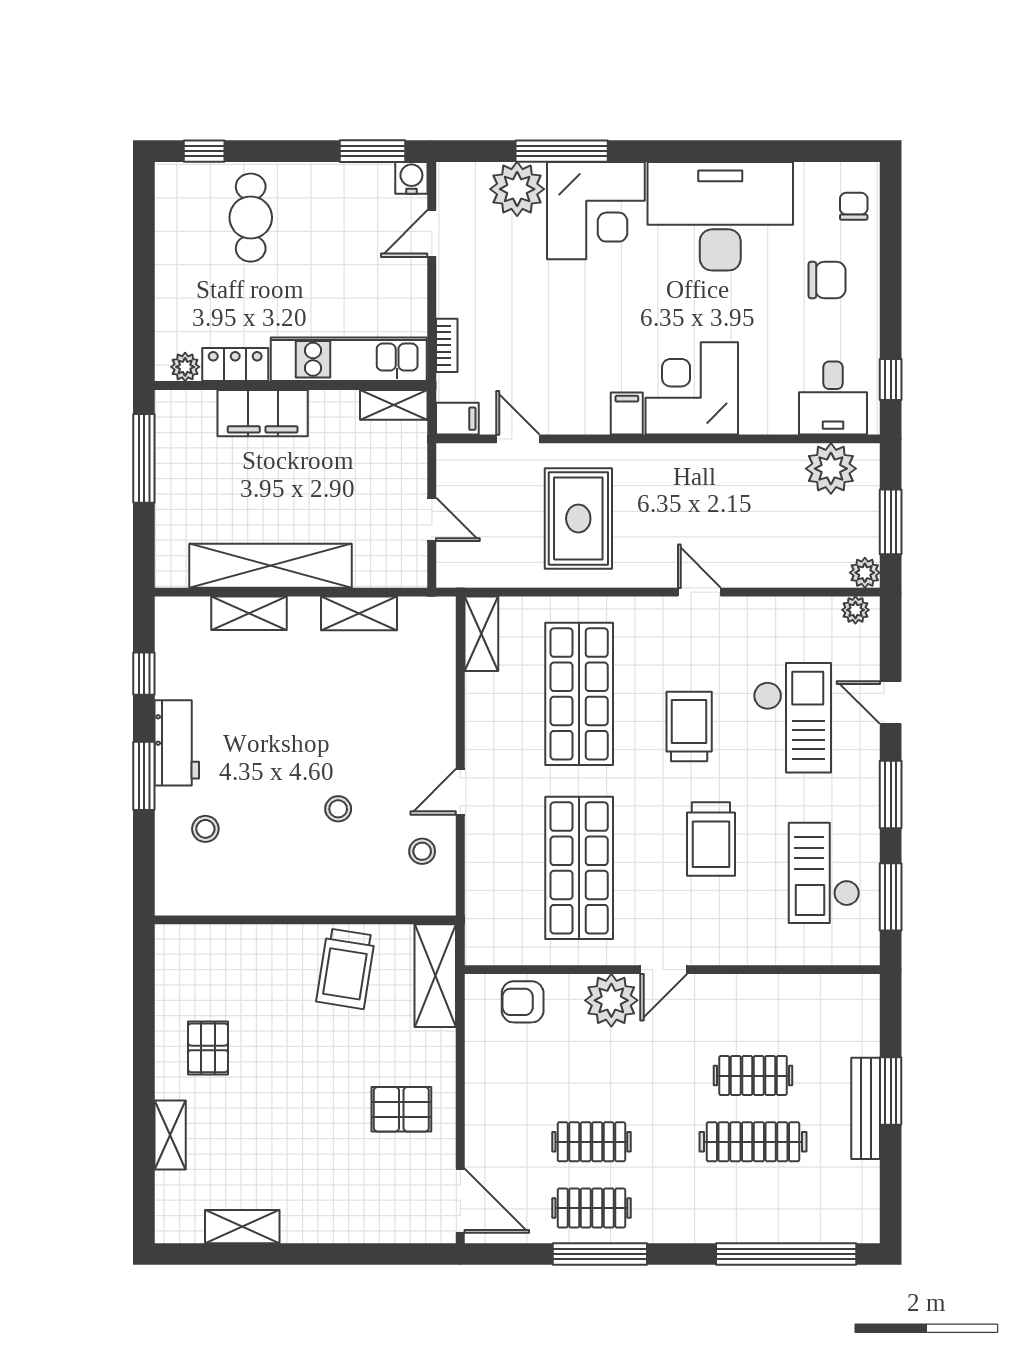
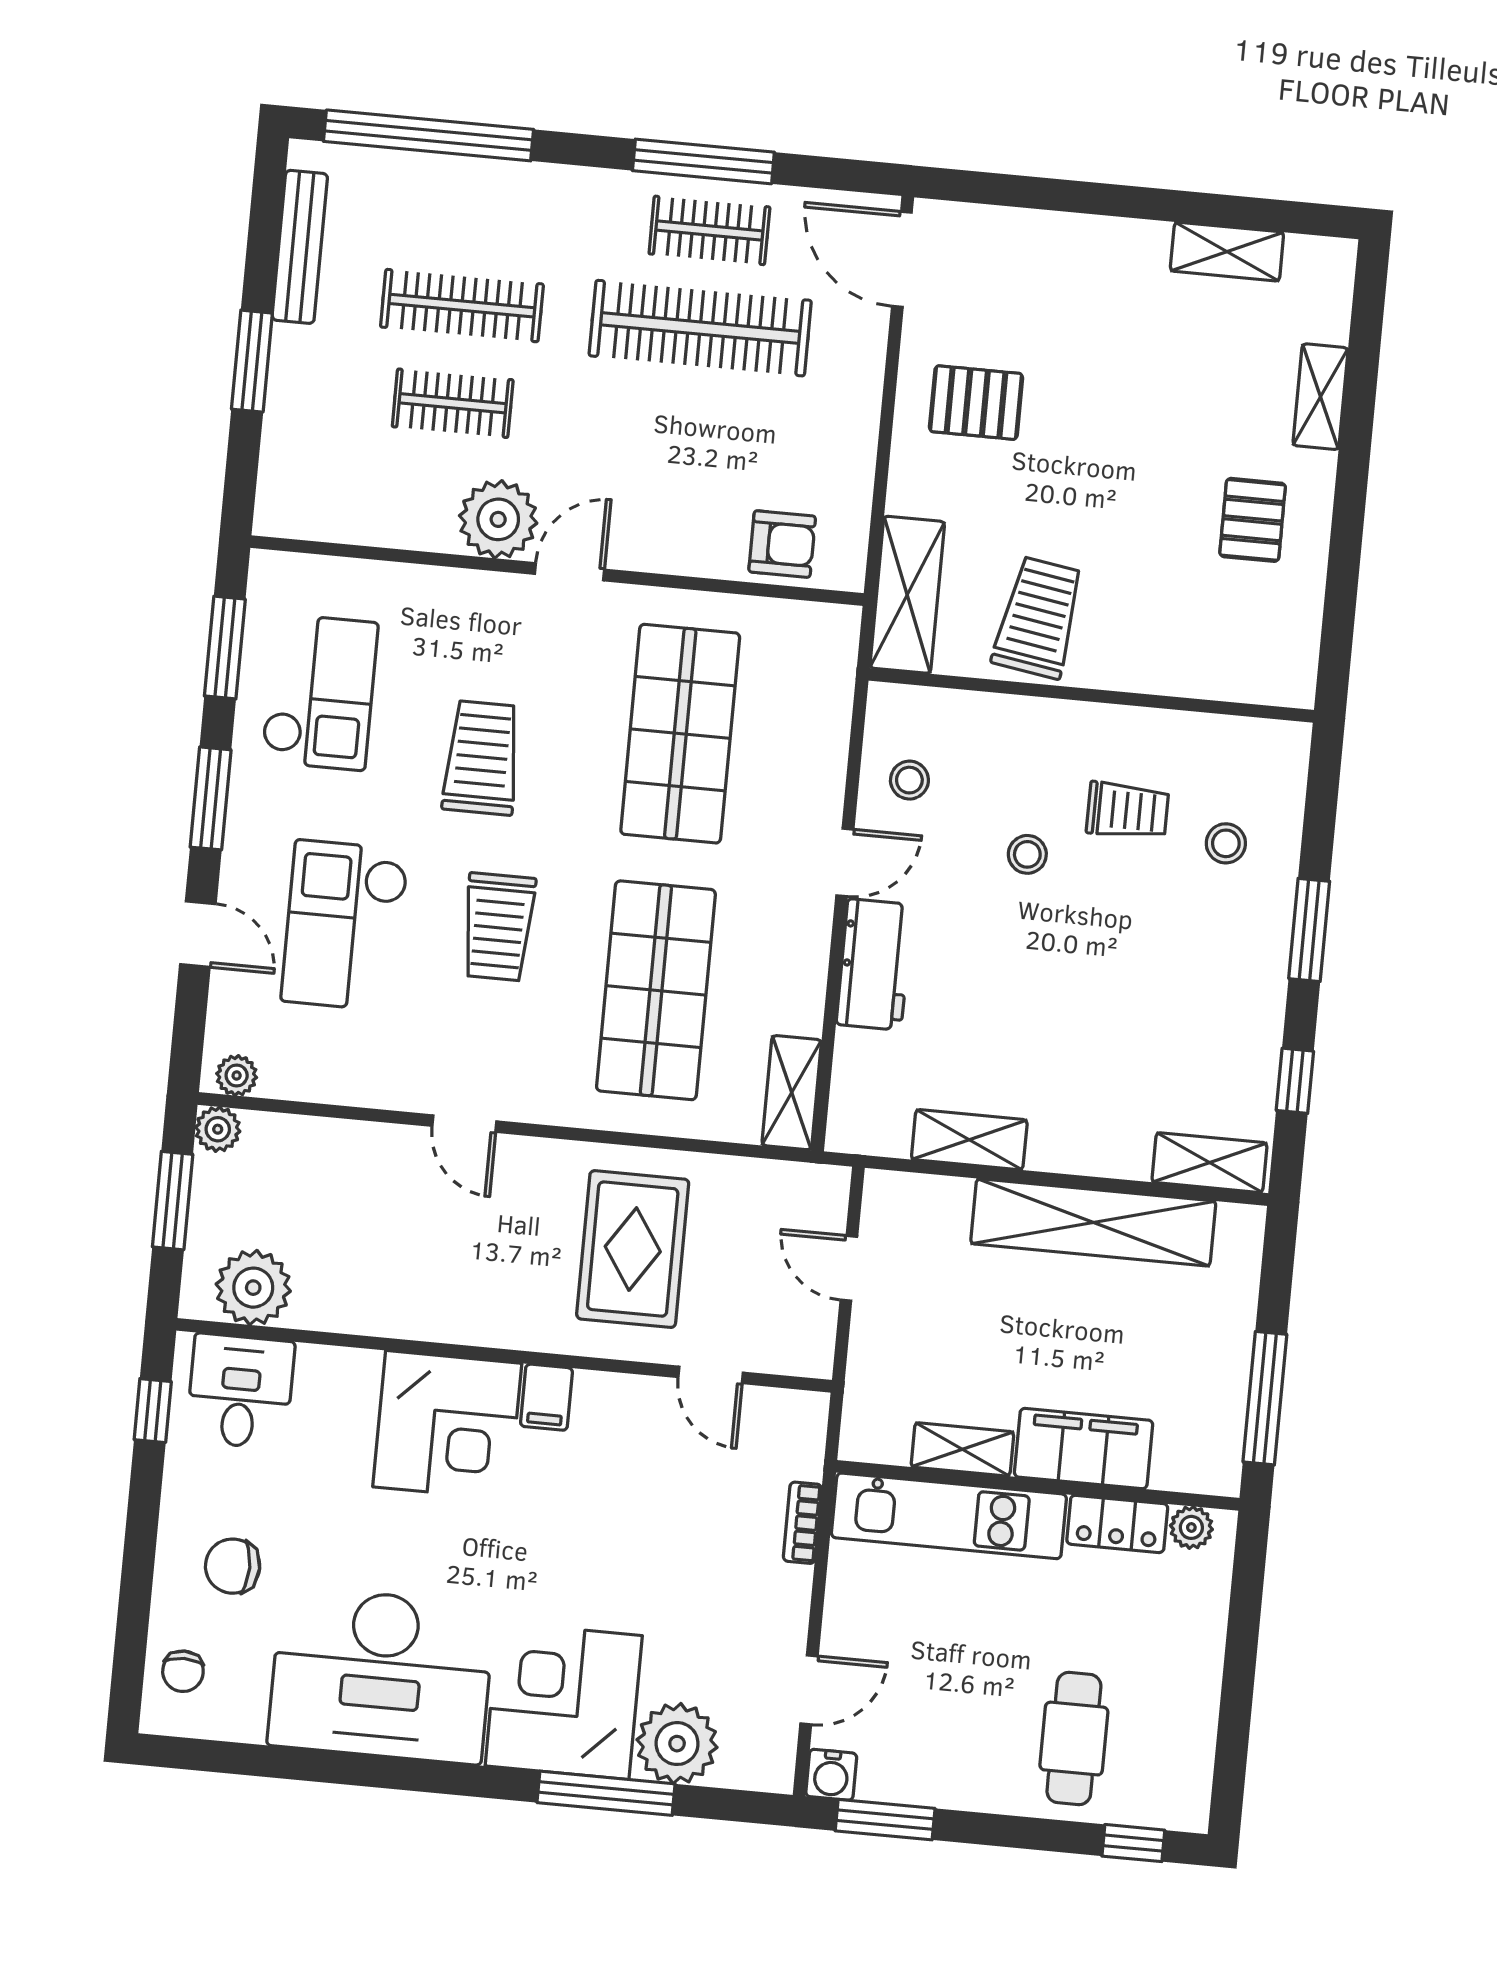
shelving: (394, 405) -> (962, 1449), moved
filing cabinet: (457, 419) -> (797, 1413), removed
shelving: (249, 613) -> (1209, 1163), moved
workbench: (177, 743) -> (874, 964), moved, turned 180
trolley: (274, 845) -> (1127, 810), added
plant: (611, 1000) -> (498, 519), moved
bench: (866, 1108) -> (300, 247), moved
clothes rail: (591, 1142) -> (700, 328), width x1.86, depth x1.31

